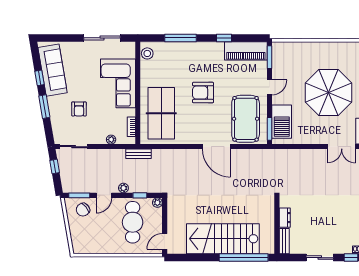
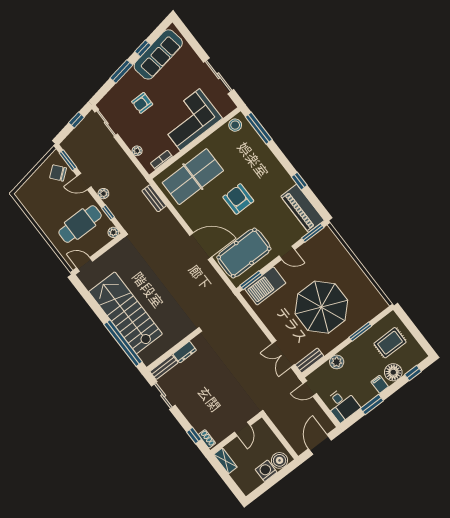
window: (180, 38) -> (259, 128), moved
door: (216, 147) -> (201, 246), swing flipped
bench: (138, 154) -> (154, 198), moved
sliding door: (320, 258) -> (163, 396), moved

